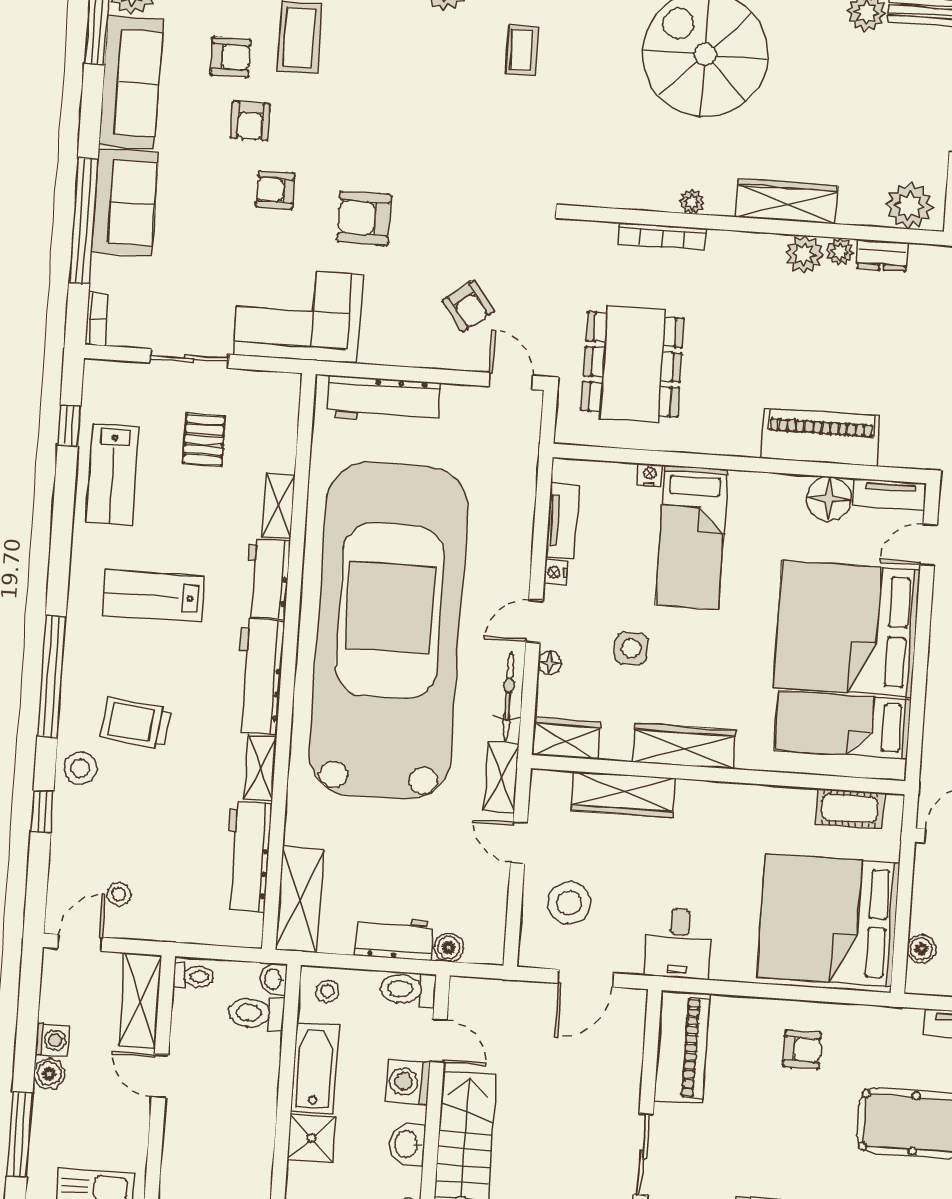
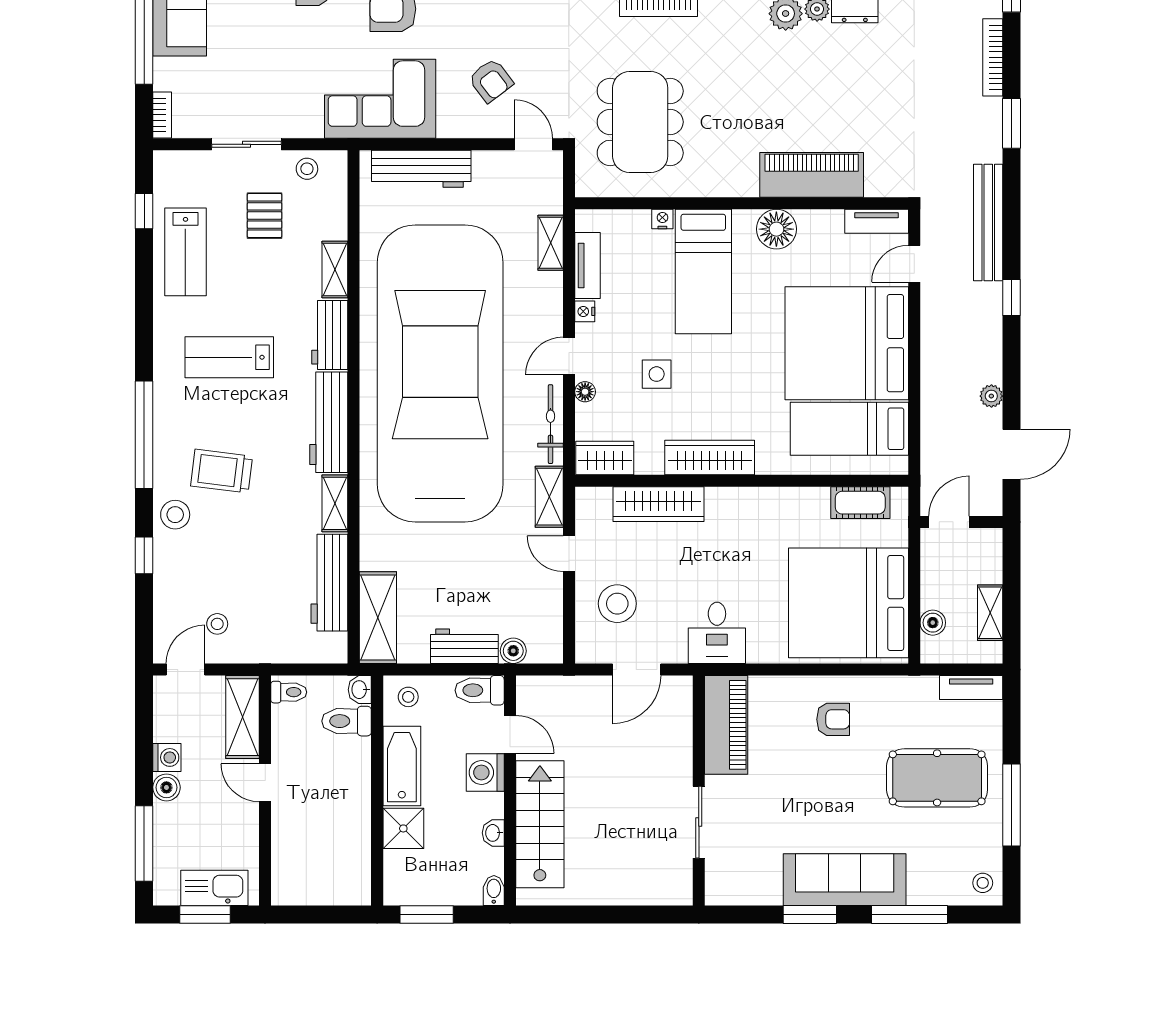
corner sofa: (298, 315) -> (380, 99), moved
stool: (255, 391) -> (307, 169), added
shelving: (523, 493) -> (551, 243), added
floor lamp: (829, 499) -> (776, 229), moved
washbasin: (407, 1144) -> (493, 833), width x0.72, depth x0.69

